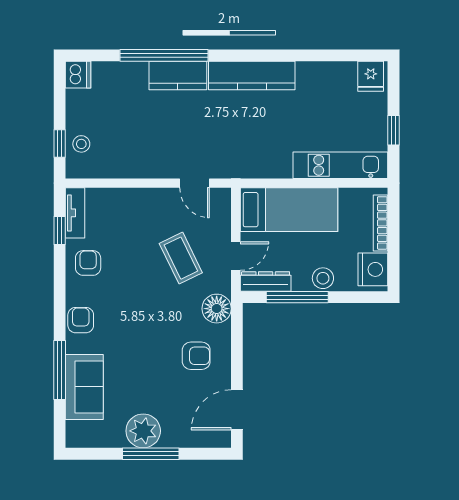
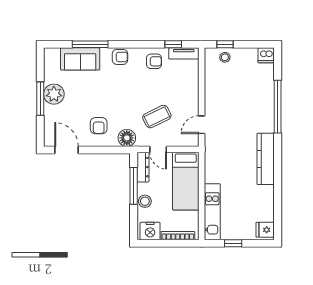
kitchen counter: (178, 76) -> (266, 115), removed

